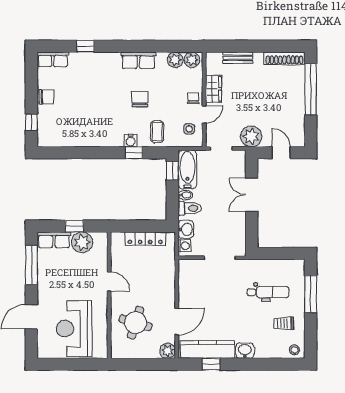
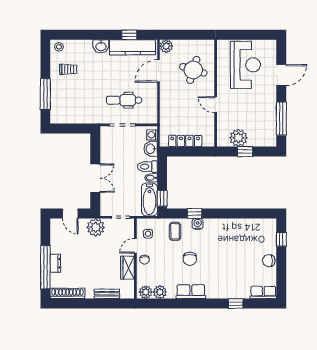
dresser: (299, 94) -> (55, 263), added
row of seats: (54, 240) -> (262, 140), removed
dental chair: (268, 292) -> (124, 100), moved

